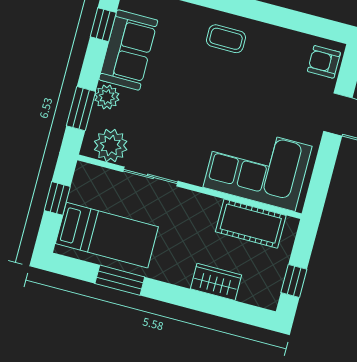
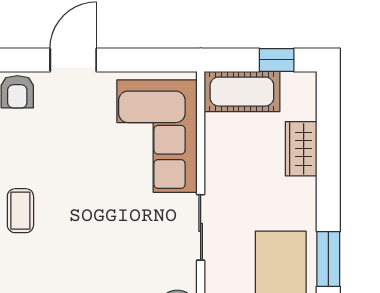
sliding door: (150, 176) -> (201, 227), moved
cot: (251, 224) -> (242, 92), moved, turned 90

